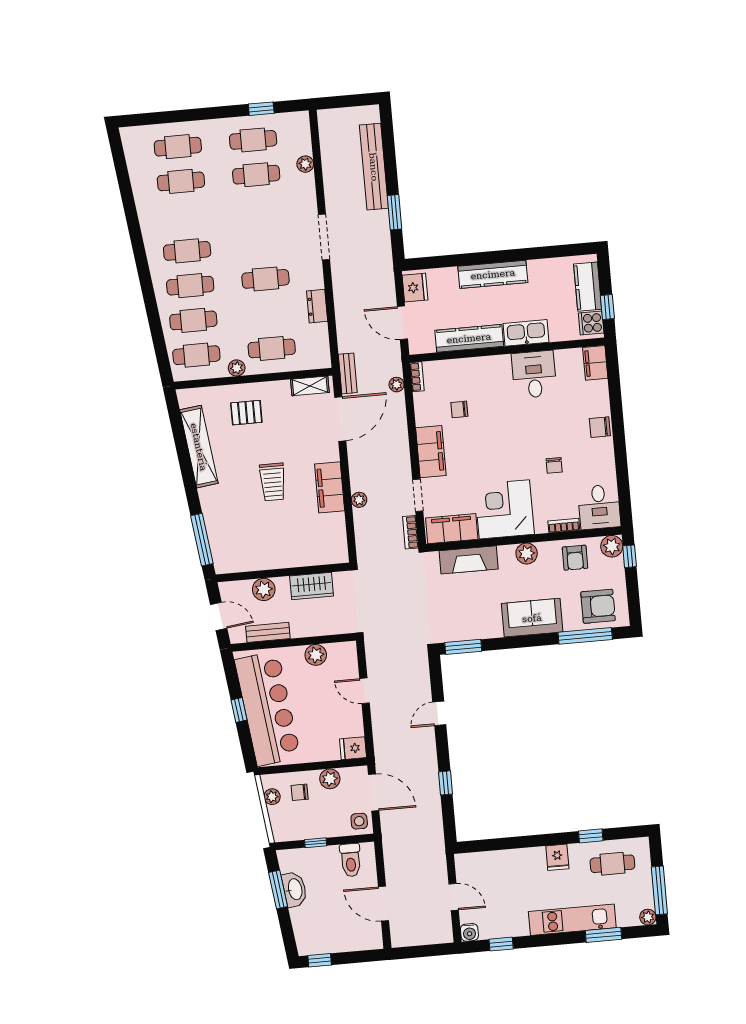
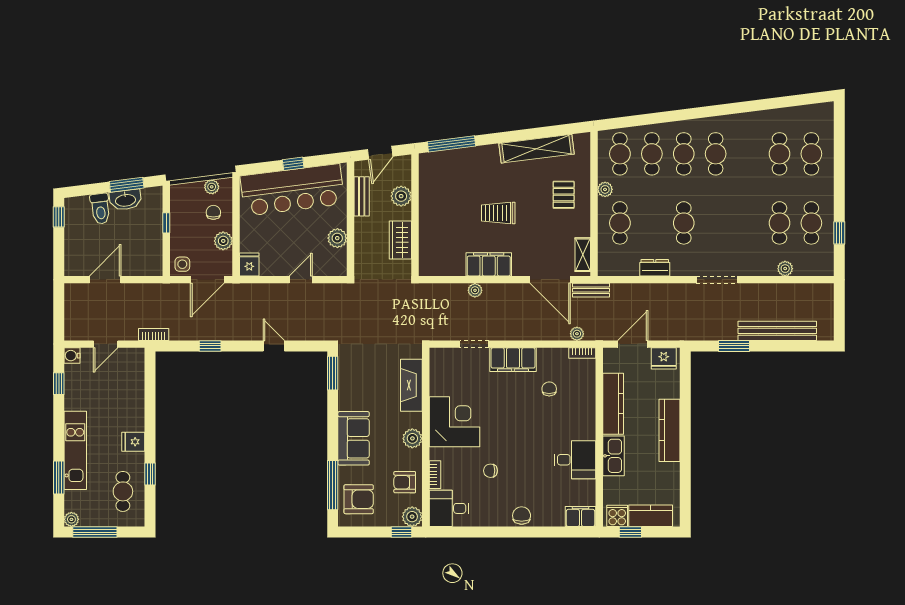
filing cabinet: (452, 529) -> (441, 372), removed
bookcase: (411, 532) -> (154, 334), moved
armchair: (598, 606) -> (359, 499), turned -90
toilet: (351, 860) -> (100, 209), moved, turned -97

